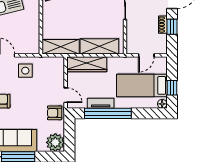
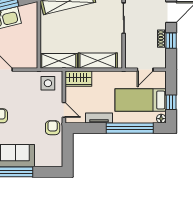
wardrobe: (87, 64) -> (78, 79), width x0.67
side table: (25, 71) -> (48, 83), moved
armchair: (55, 113) -> (53, 128), turned 90
window: (108, 113) -> (130, 128), moved
plant: (55, 142) -> (53, 158), removed

